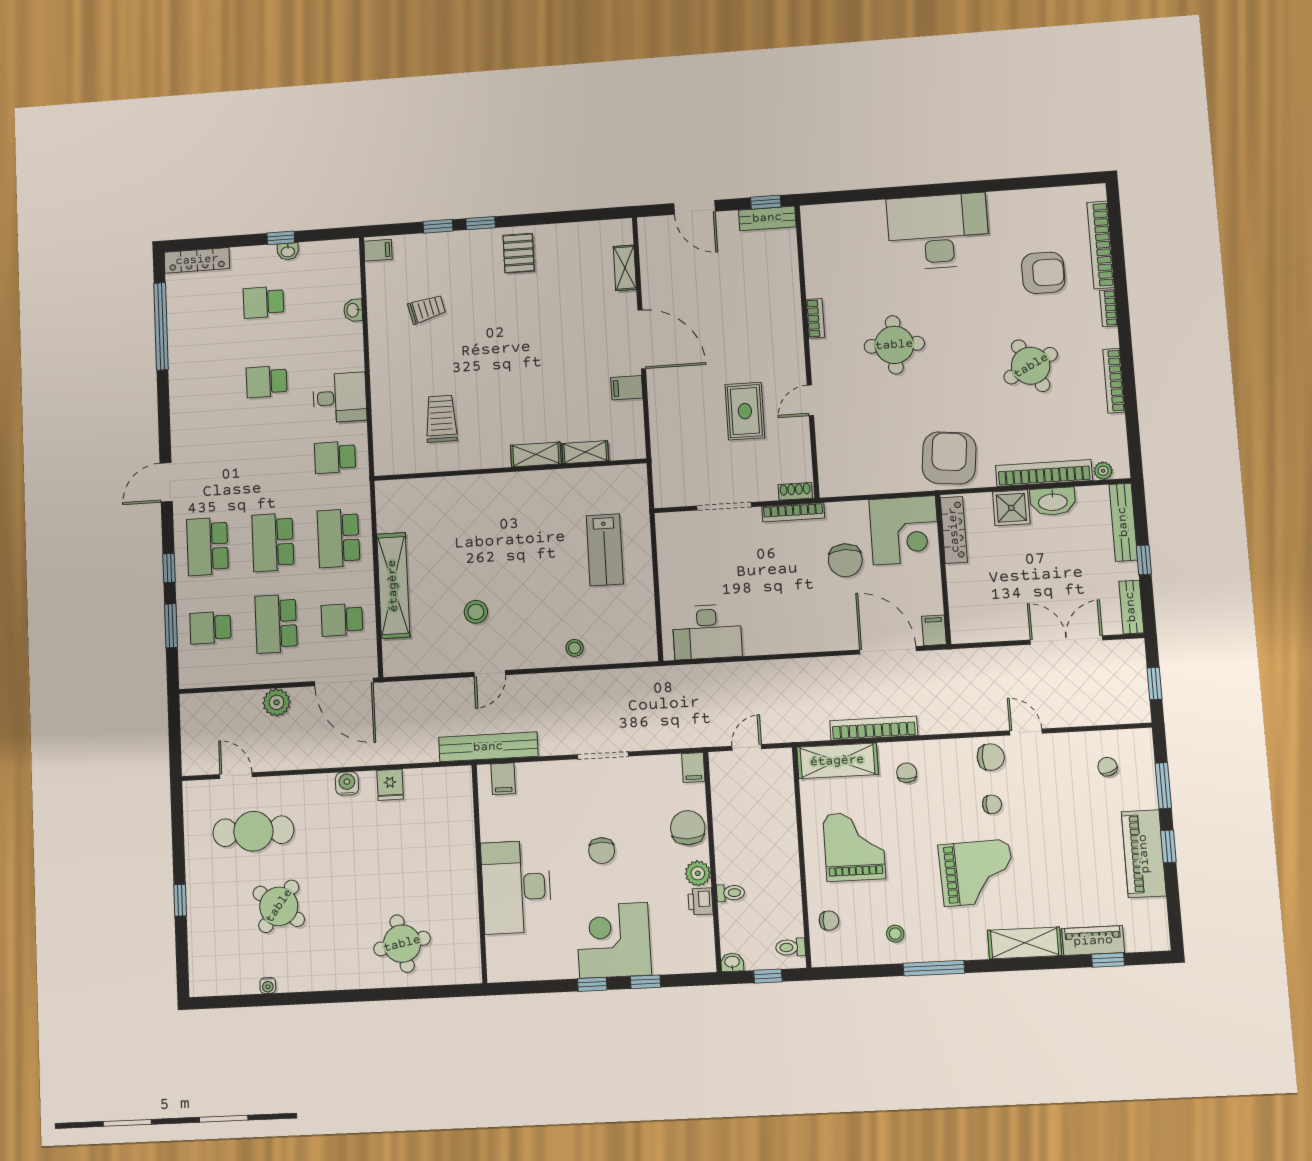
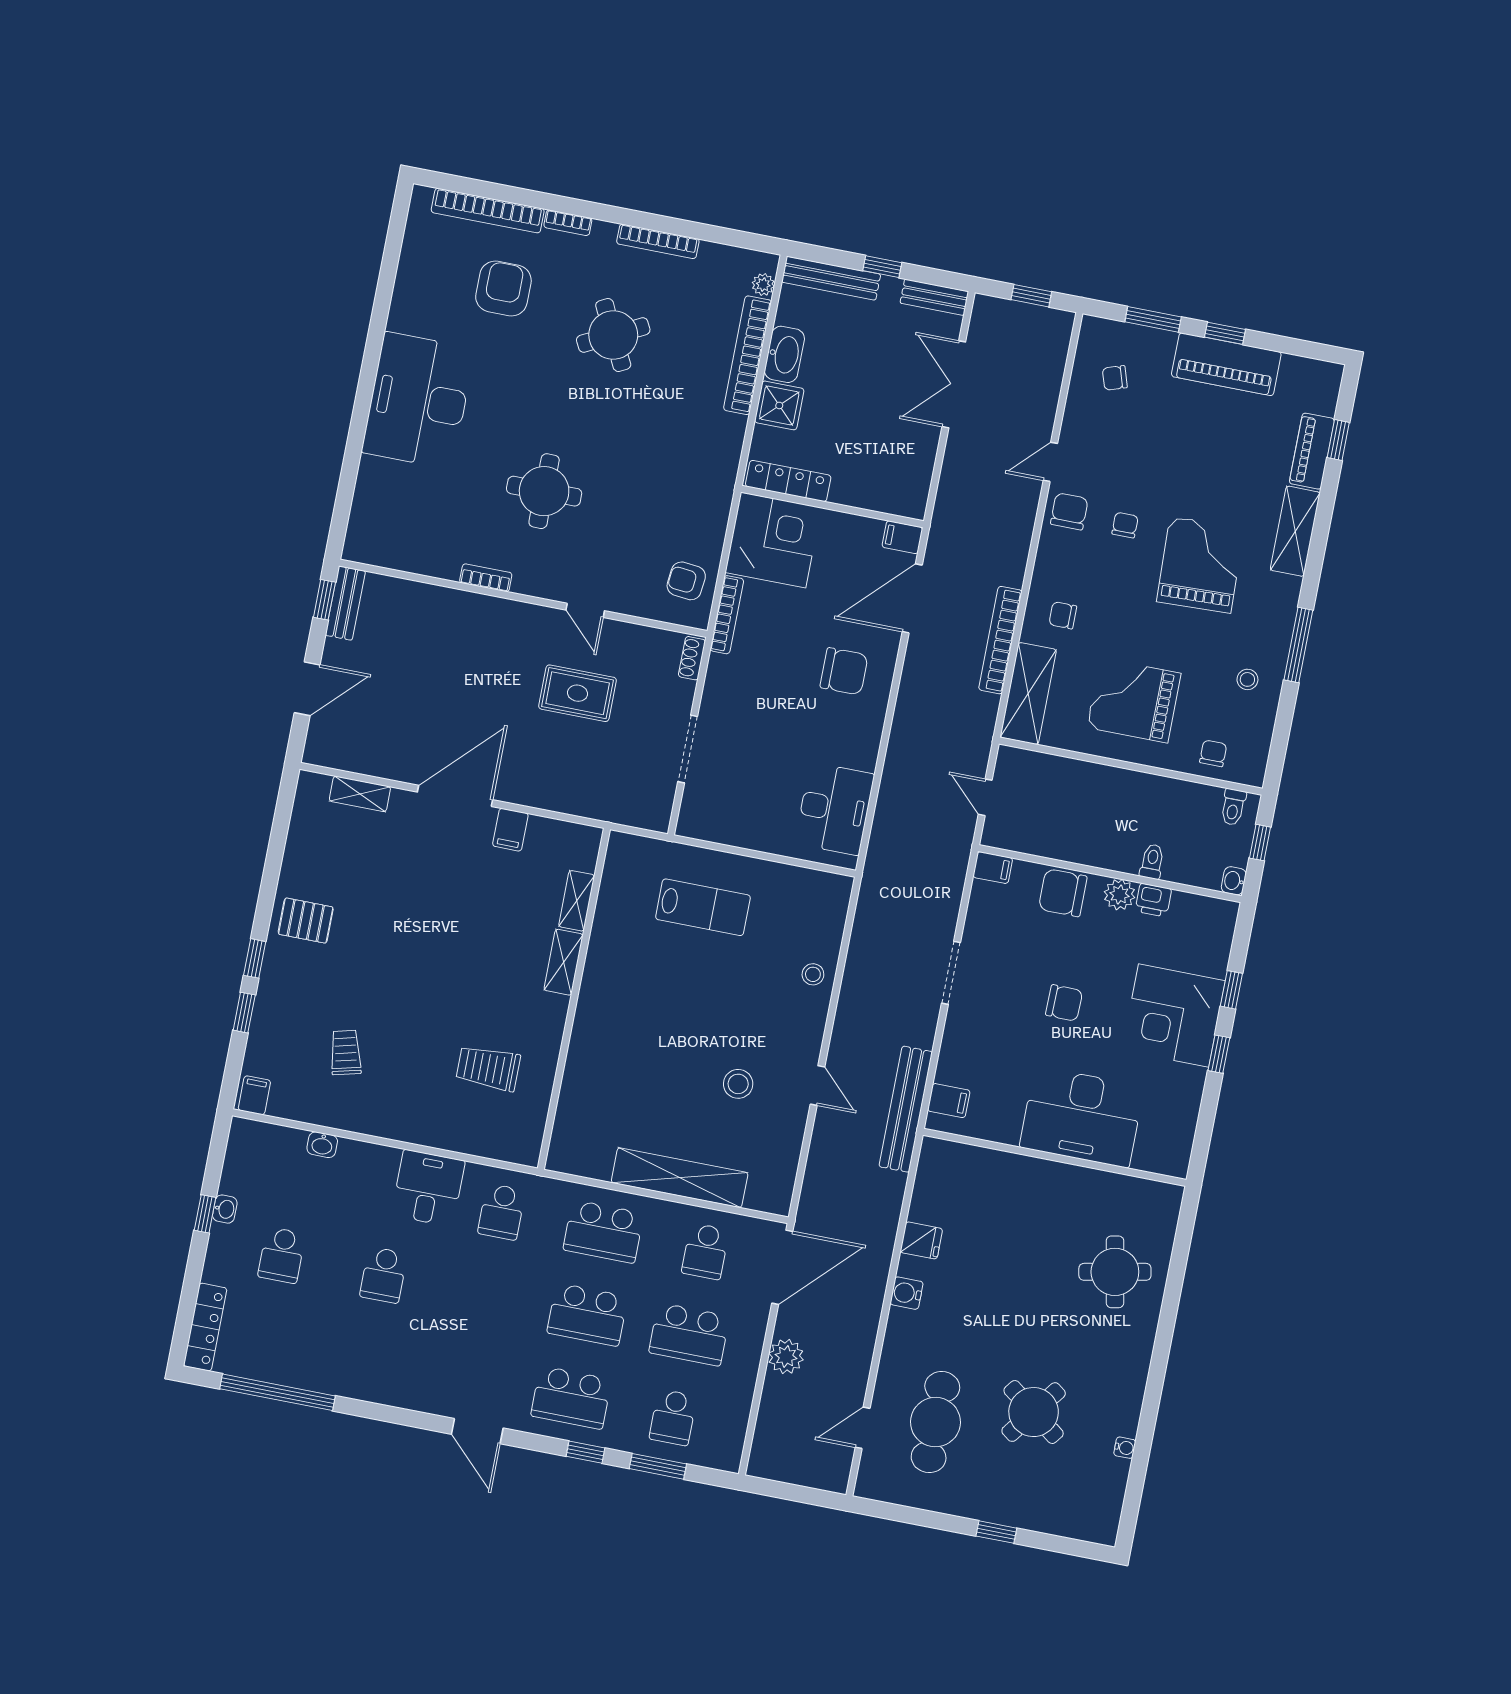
armchair: (949, 458) -> (686, 581), moved, width x0.53, depth x0.53
bookcase: (793, 512) -> (727, 615), moved
chair: (845, 560) -> (844, 671), moved

